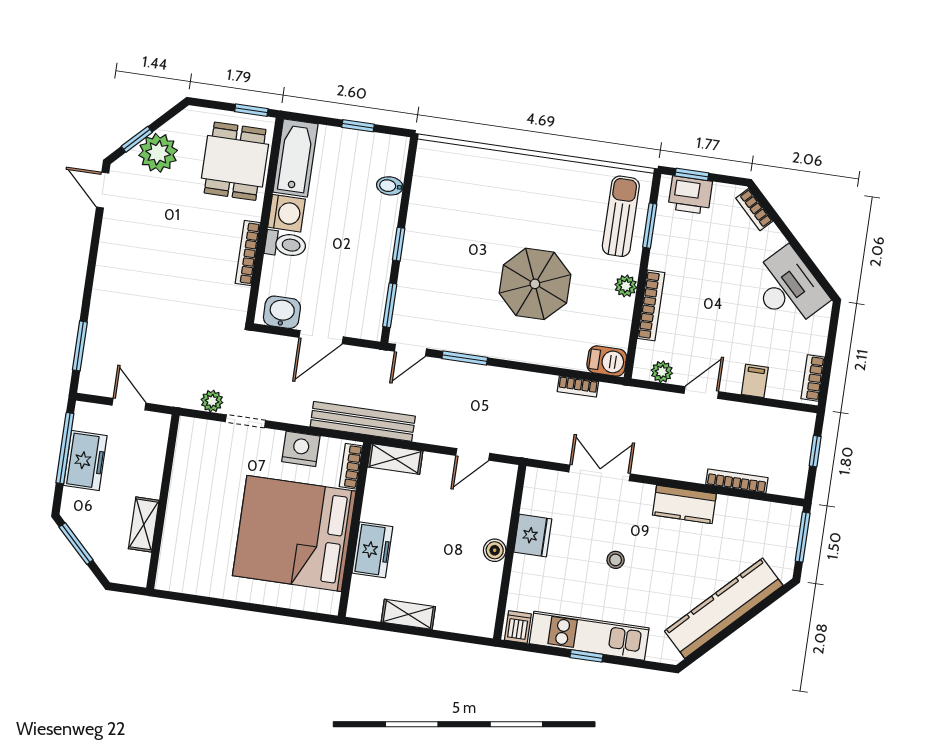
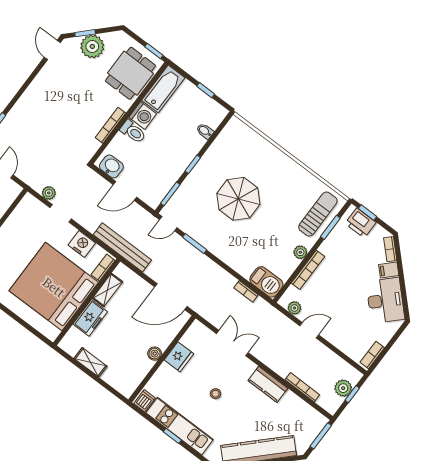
parasol: (535, 284) -> (238, 199), moved
barbecue: (607, 361) -> (266, 282), width x1.38, depth x1.27
filing cabinet: (755, 381) -> (389, 270), moved, turned -135
plant: (797, 450) -> (343, 388), added
door: (473, 454) -> (171, 297), width x1.87
shelving: (395, 459) -> (108, 290), moved, turned 90

